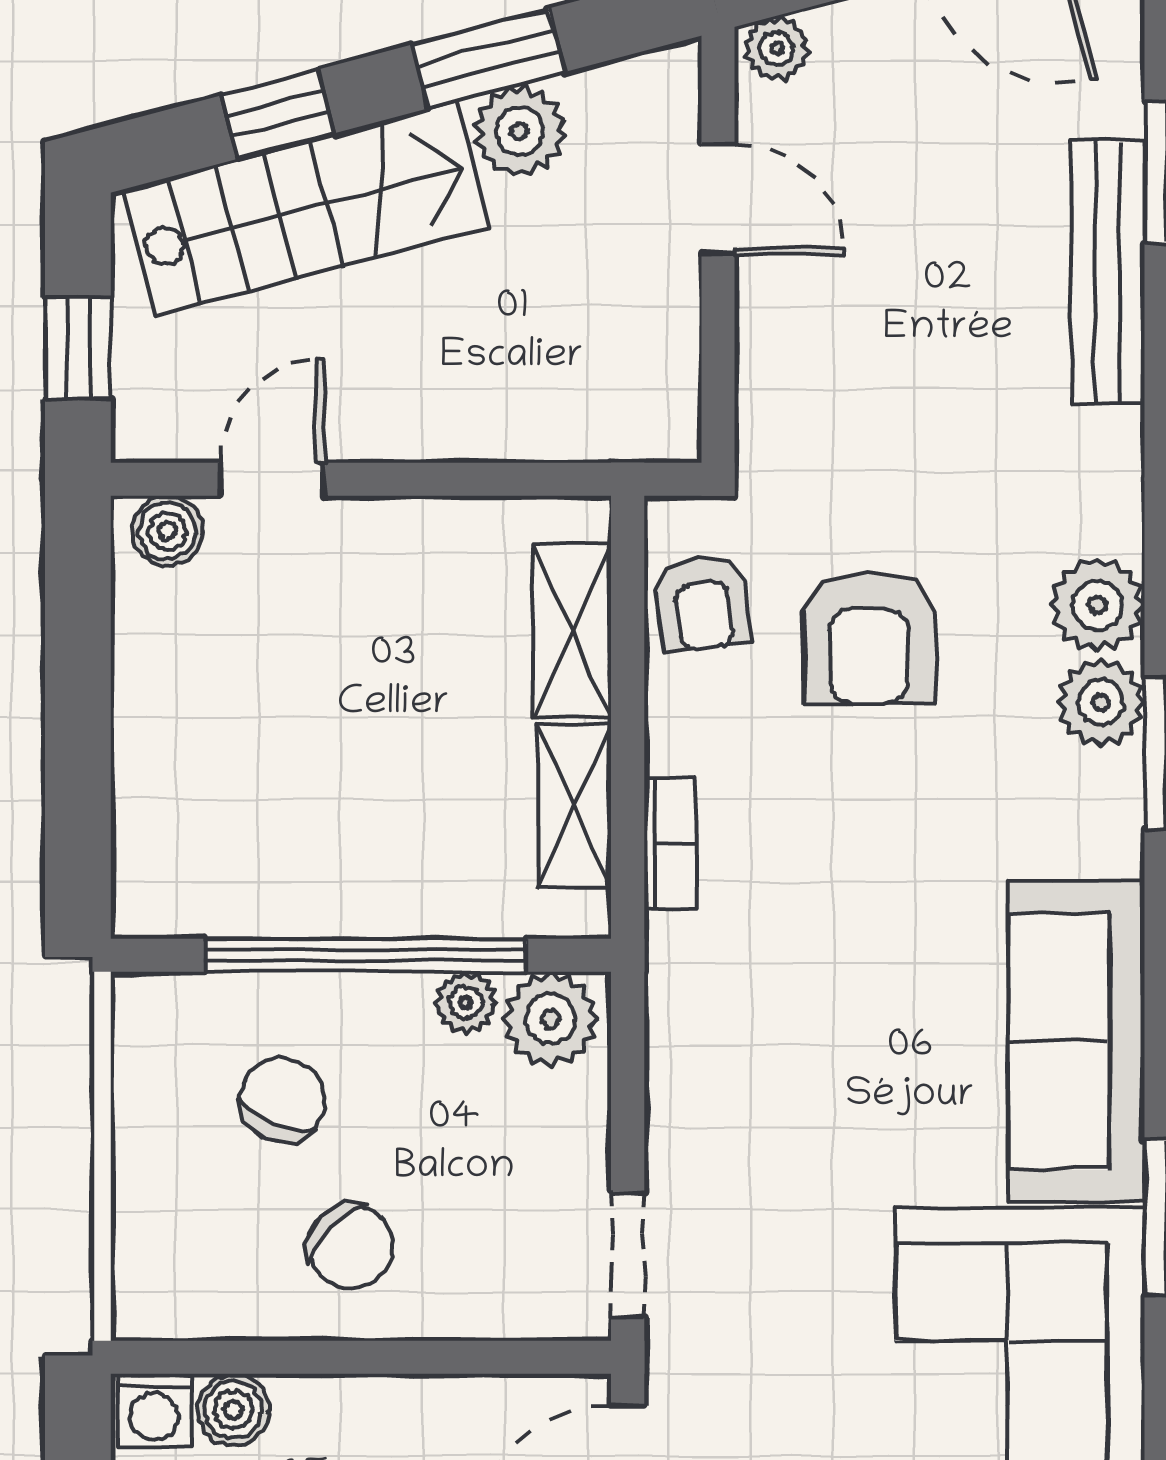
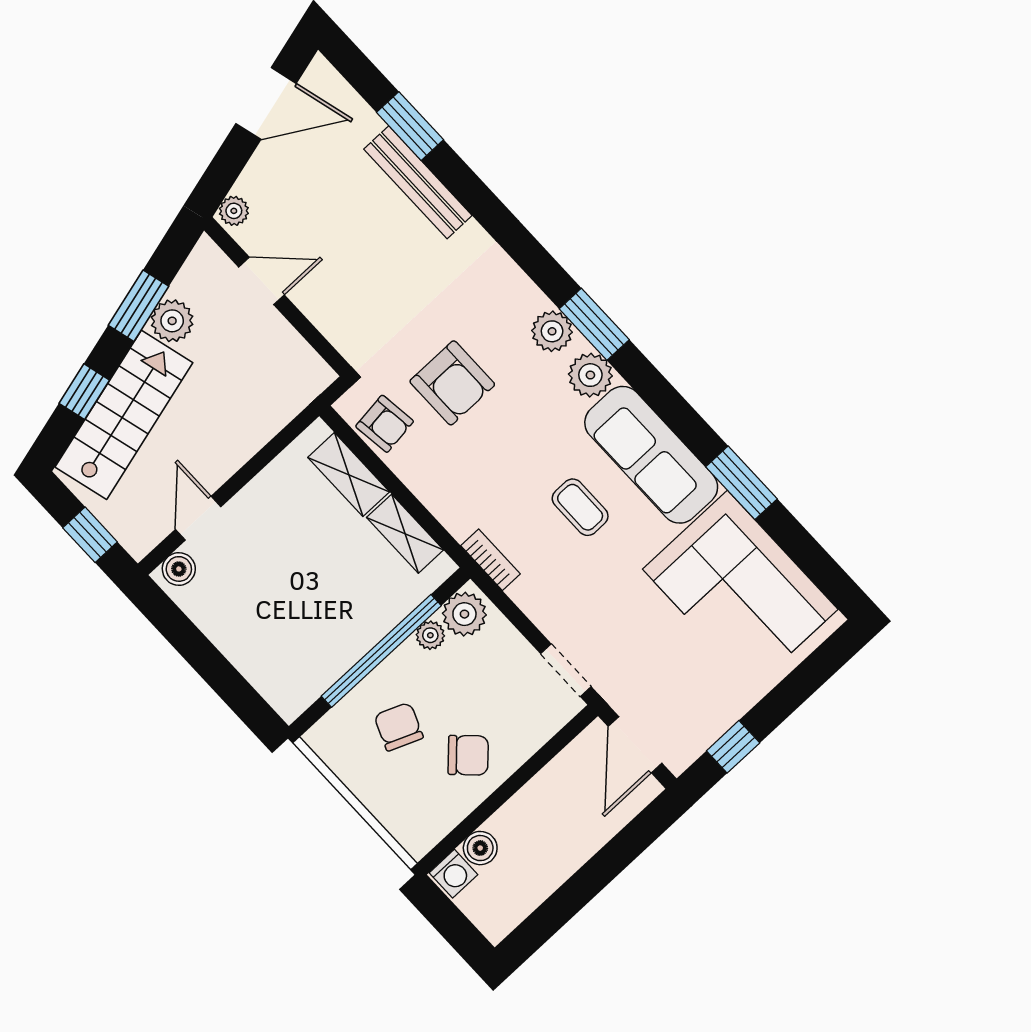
plant: (1097, 605) -> (590, 375), moved
bookcase: (670, 844) -> (490, 560), moved
coffee table: (888, 1020) -> (580, 507), added

